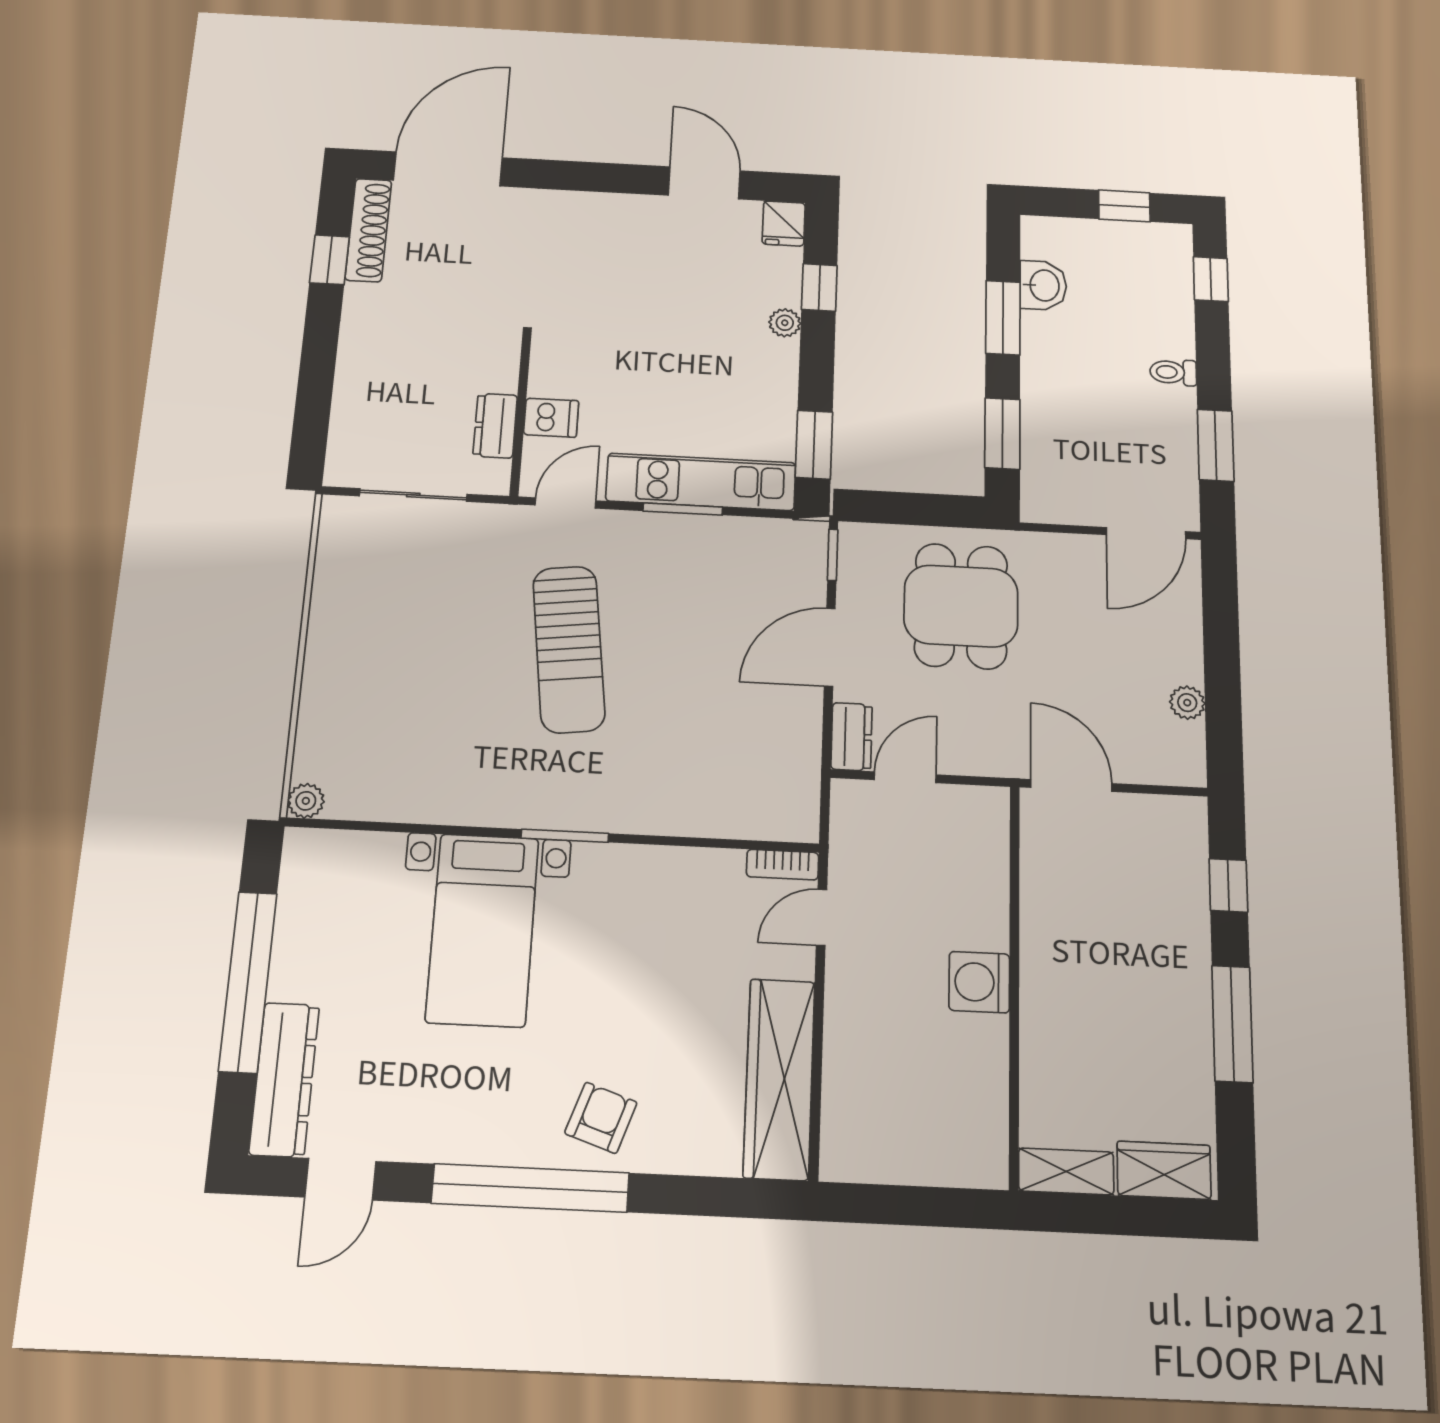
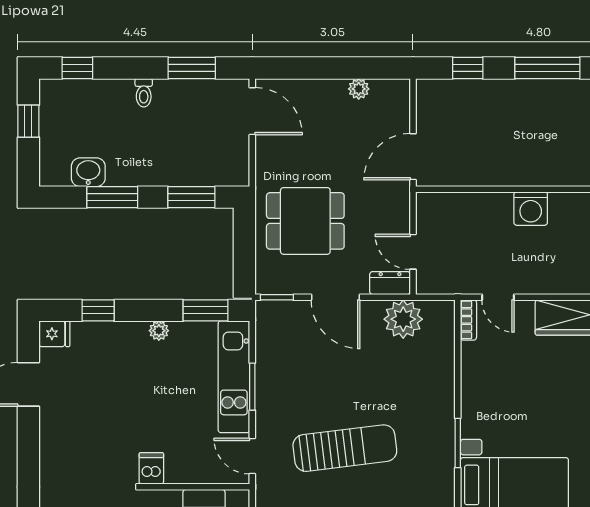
plant: (785, 323) -> (159, 331), moved
dishwasher: (551, 418) -> (151, 468), moved
plant: (788, 755) -> (403, 319), added

